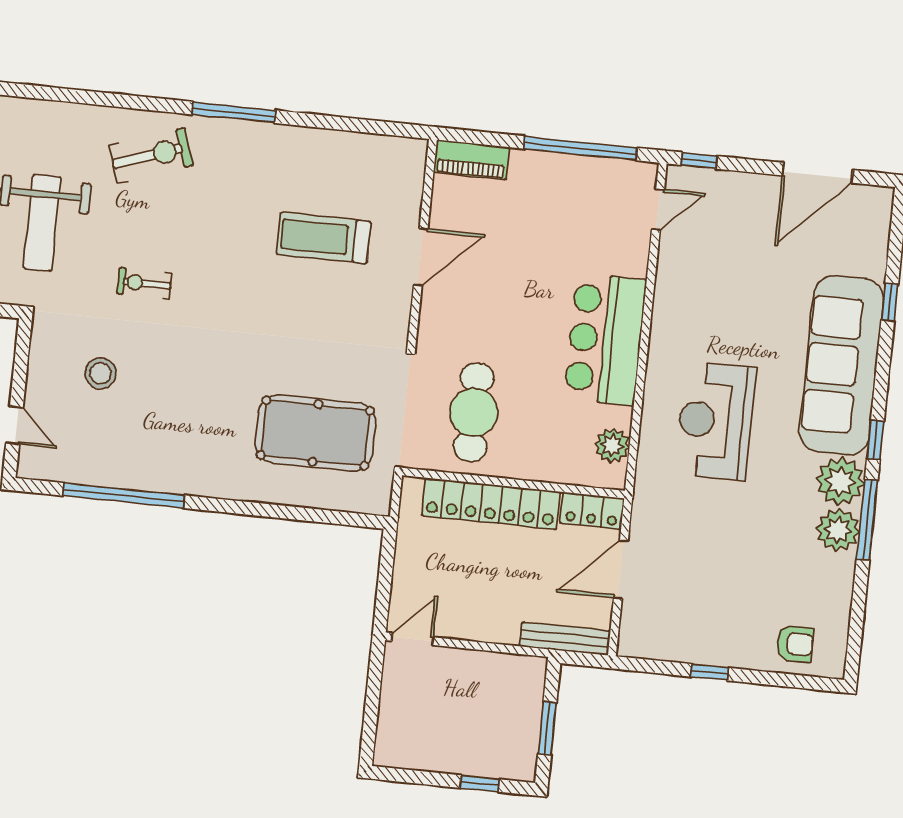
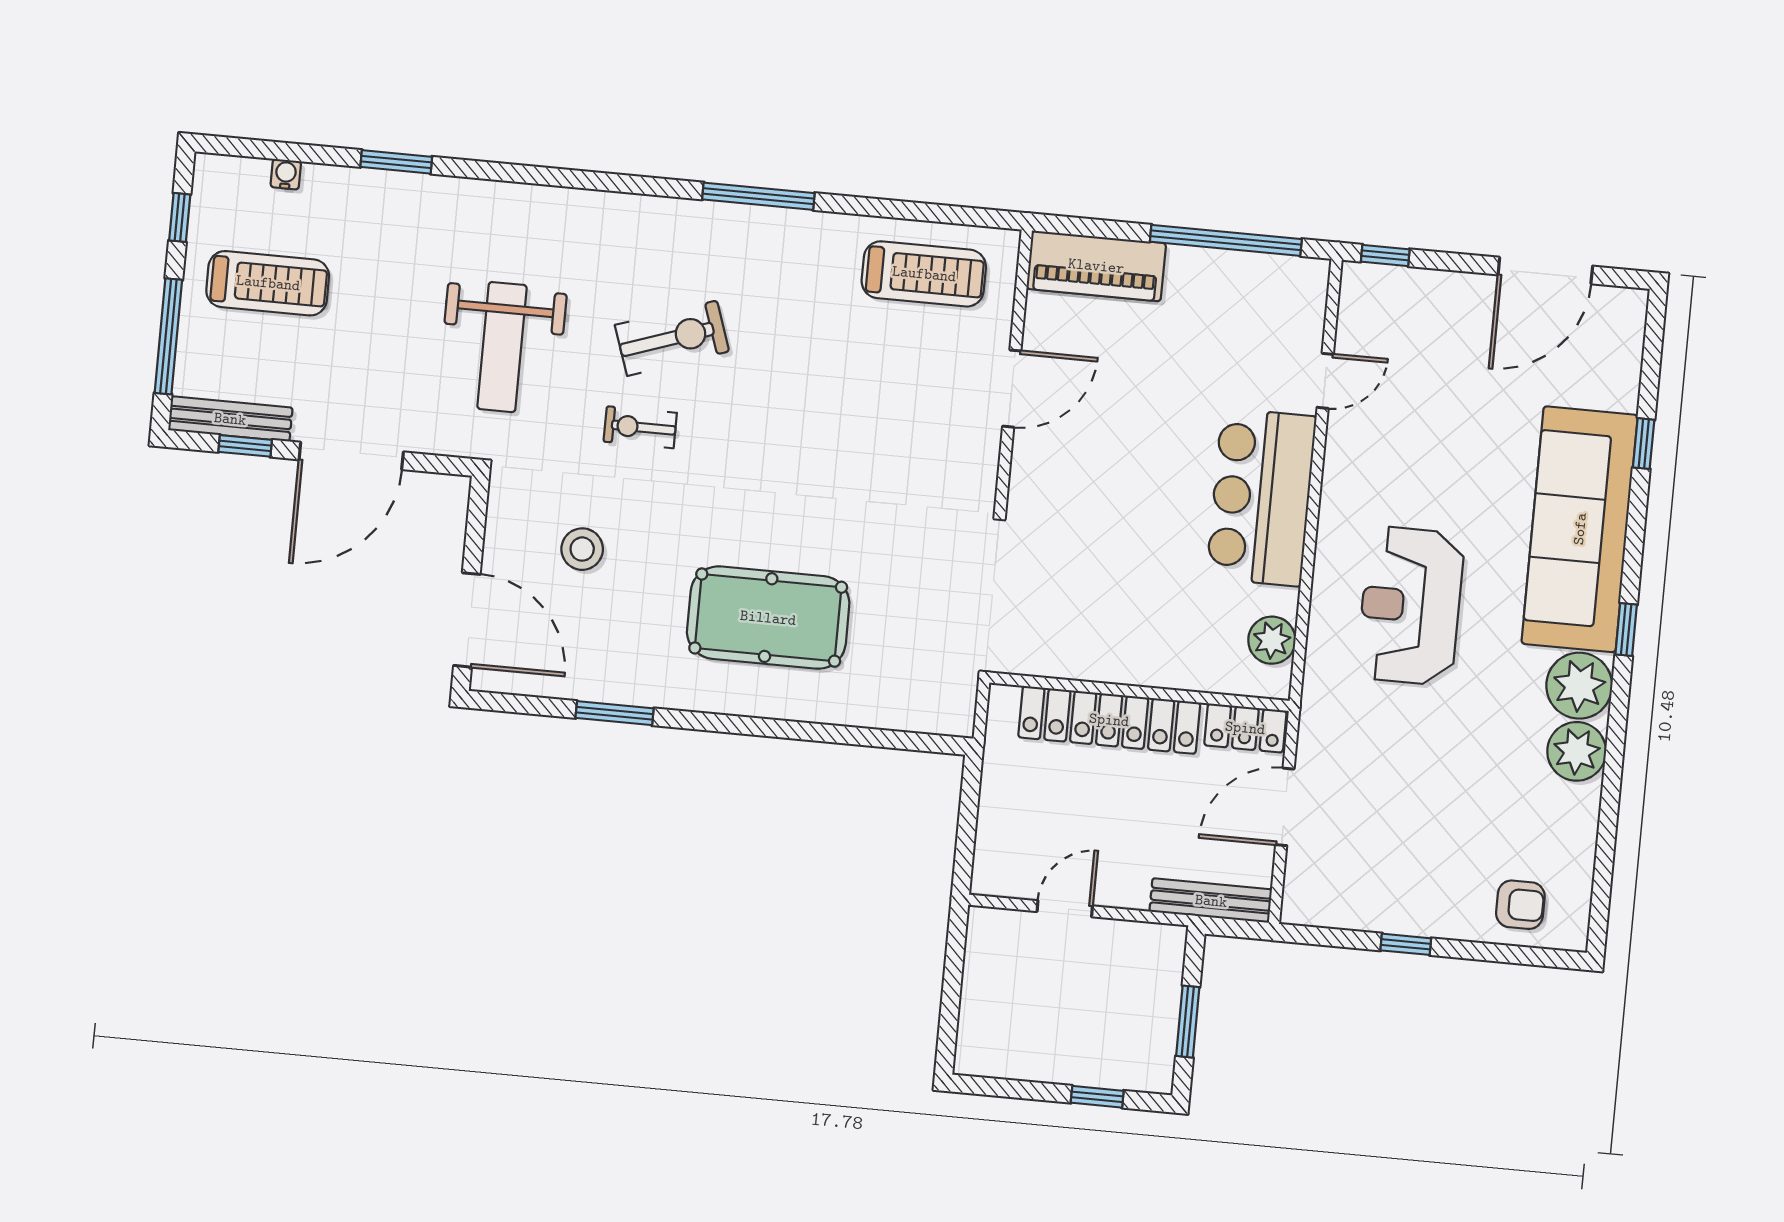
exercise bike: (151, 155) -> (672, 338), moved
piano: (471, 160) -> (1096, 266), width x1.37, depth x1.33
door: (658, 210) -> (1325, 381), moved
treadmill: (324, 238) -> (924, 274), moved, turned 180
cafe table: (474, 412) -> (1085, 597), removed
door: (14, 425) -> (467, 620), width x1.87
pool table: (315, 433) -> (768, 618), moved
window: (124, 495) -> (615, 713), width x0.47
window: (867, 520) -> (1616, 737), removed
door: (413, 639) -> (1065, 909), moved

